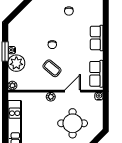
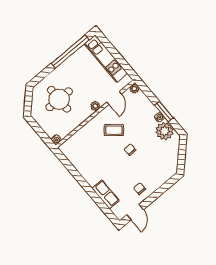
row of seats: (97, 38) -> (106, 194), moved
plant: (16, 63) -> (165, 131), moved
row of seats: (96, 74) -> (74, 156), removed
door: (73, 91) -> (114, 98), moved

